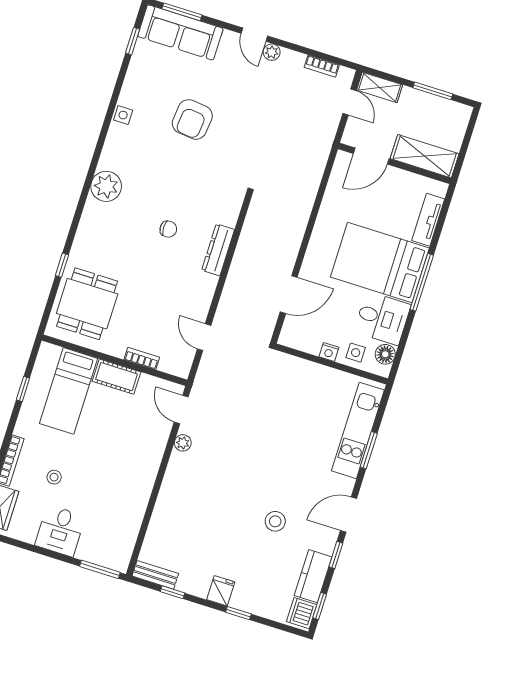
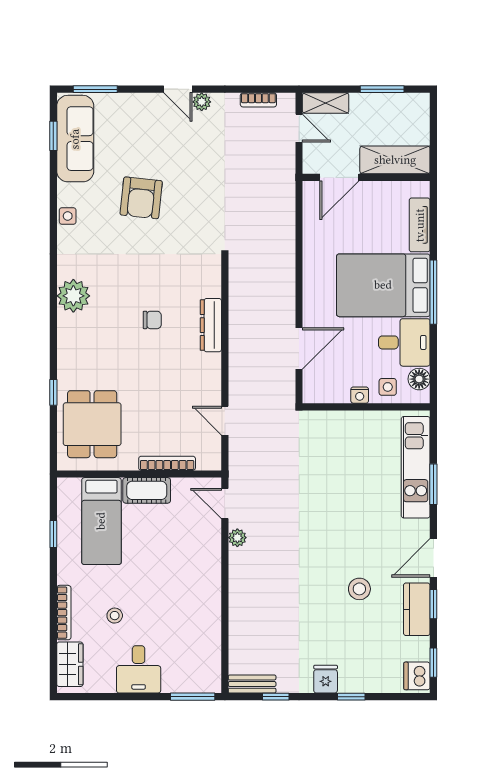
sofa: (180, 32) -> (75, 139), moved, turned -90
bookcase: (142, 359) -> (167, 463), width x1.56
kitchen counter: (313, 576) -> (417, 609), moved

